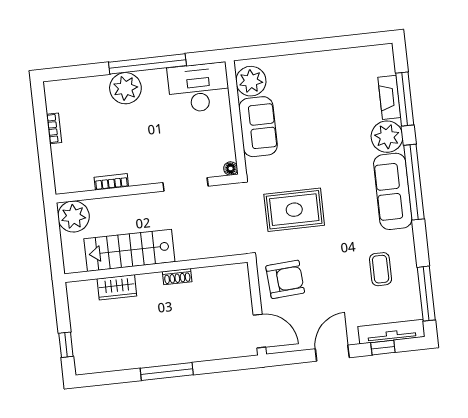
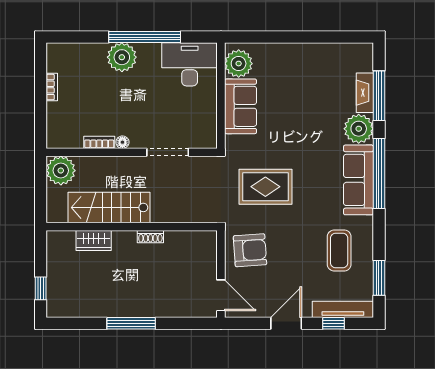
floor lamp: (231, 168) -> (122, 142), moved
coffee table: (381, 269) -> (339, 251), width x1.36, depth x1.30
window: (426, 294) -> (379, 278), width x0.69

